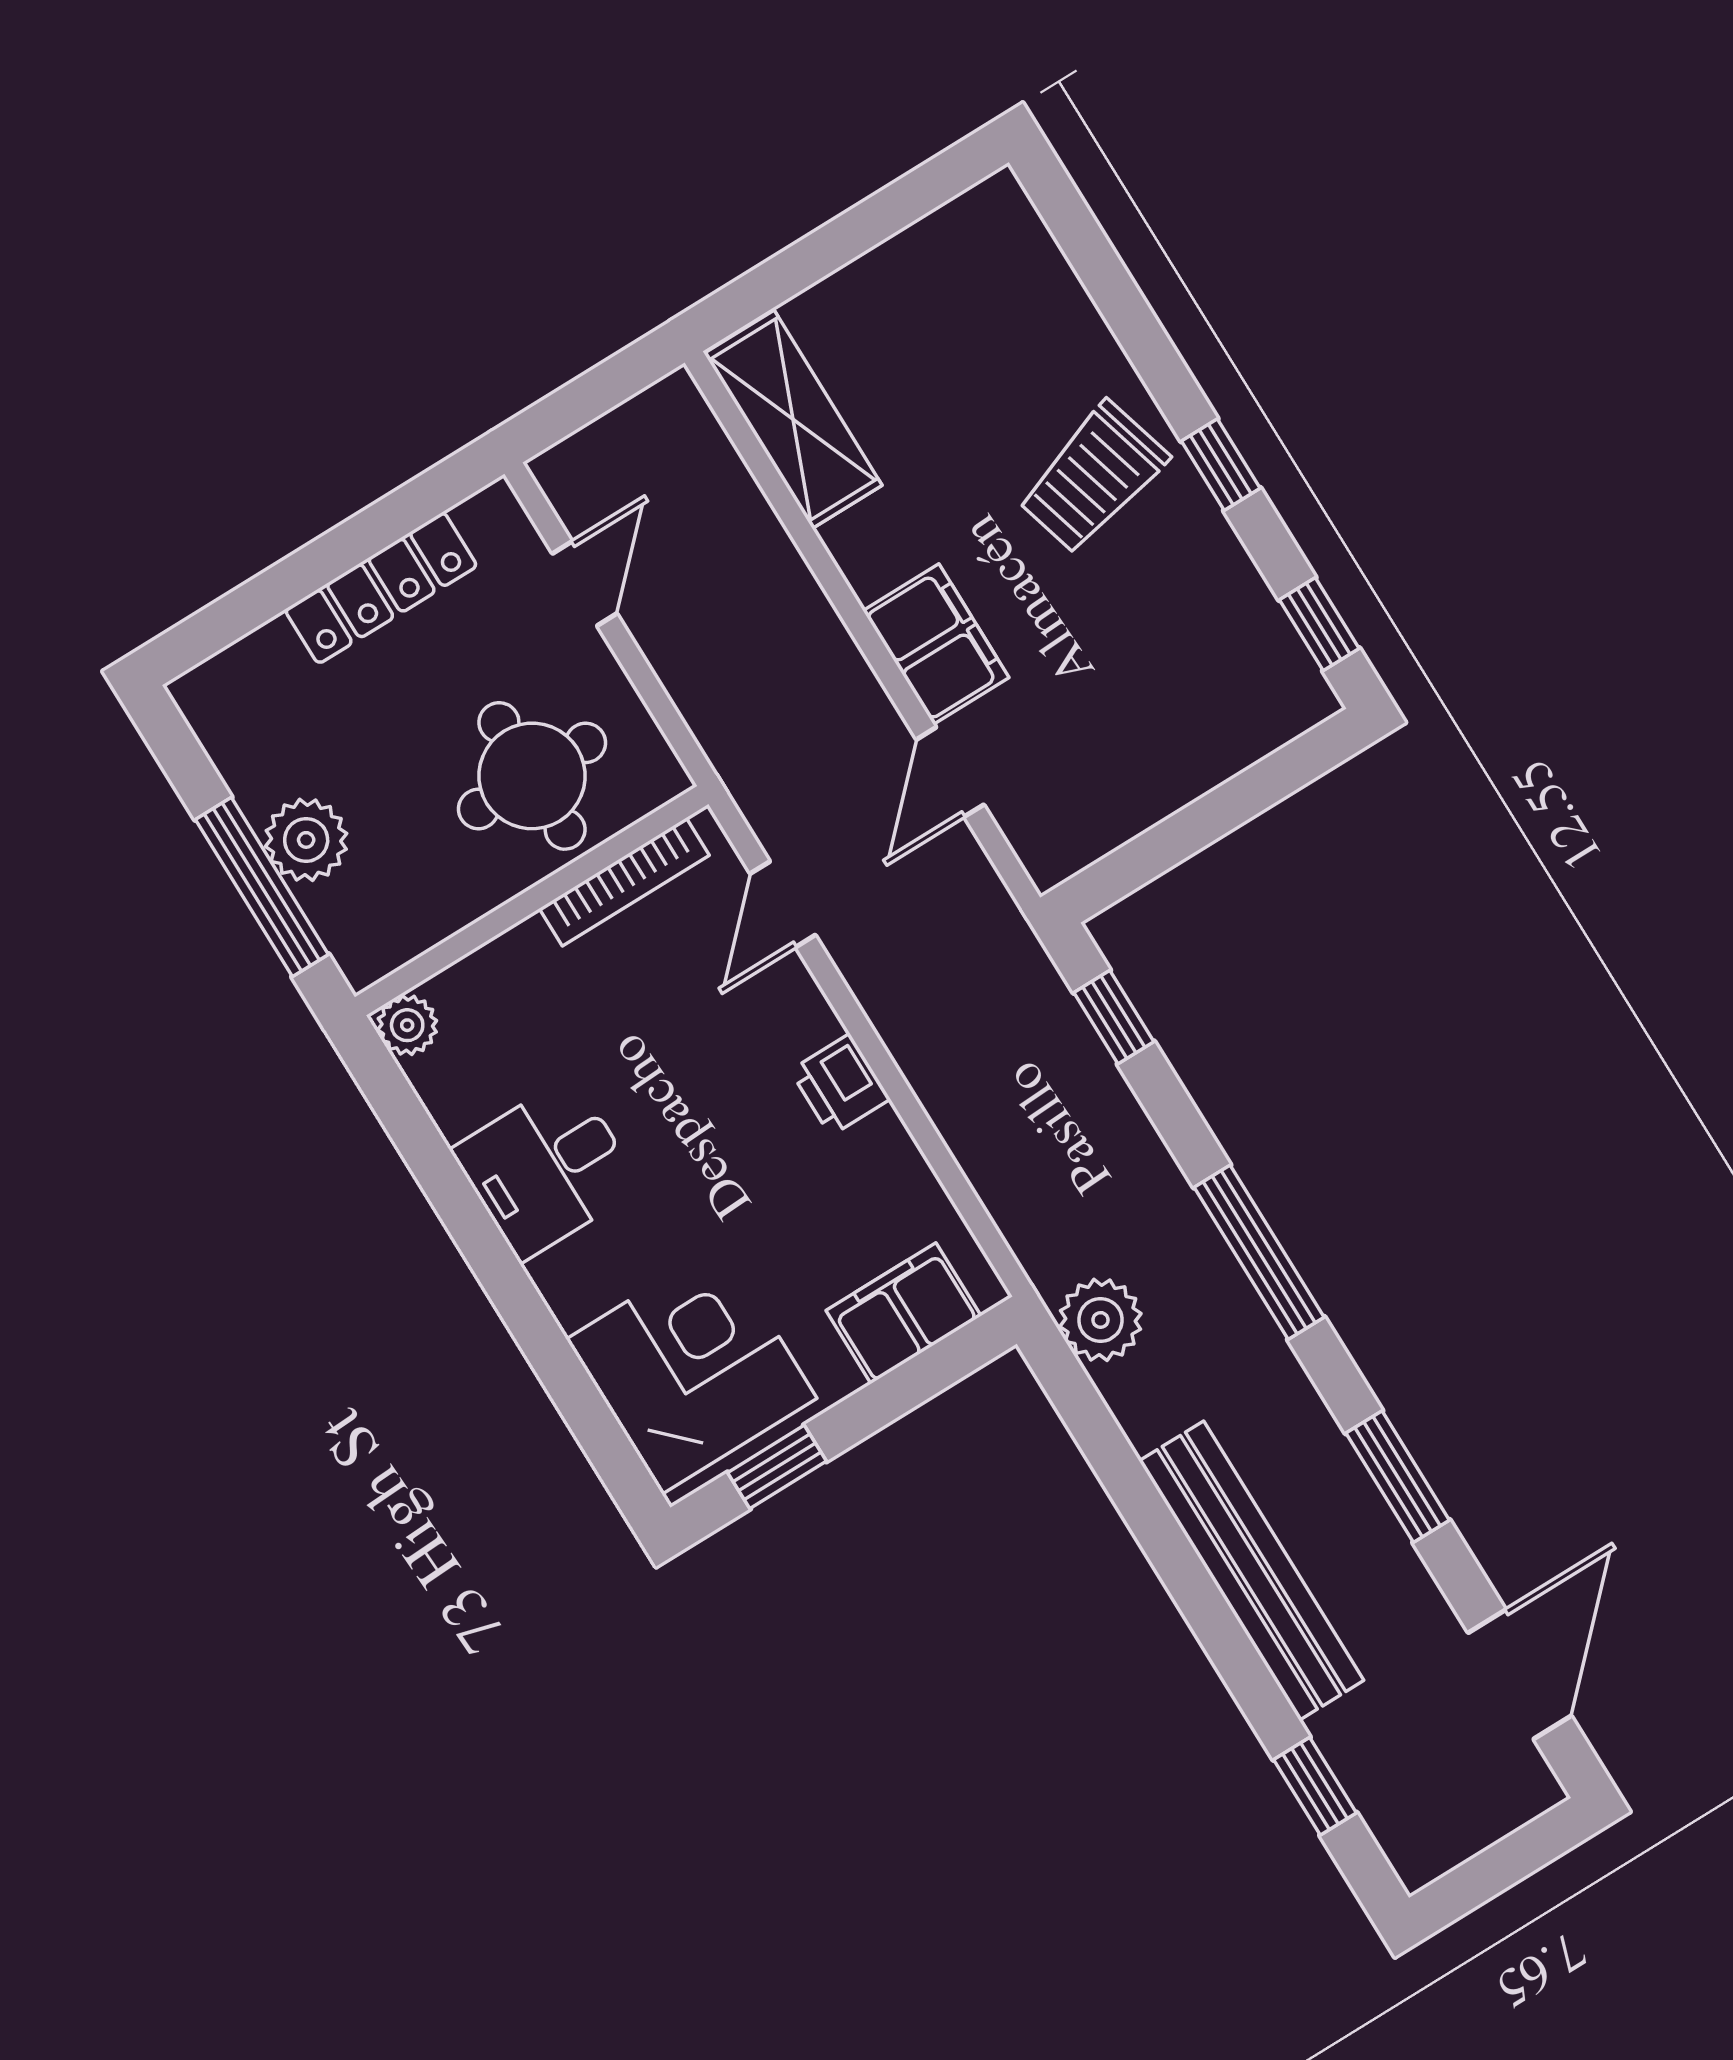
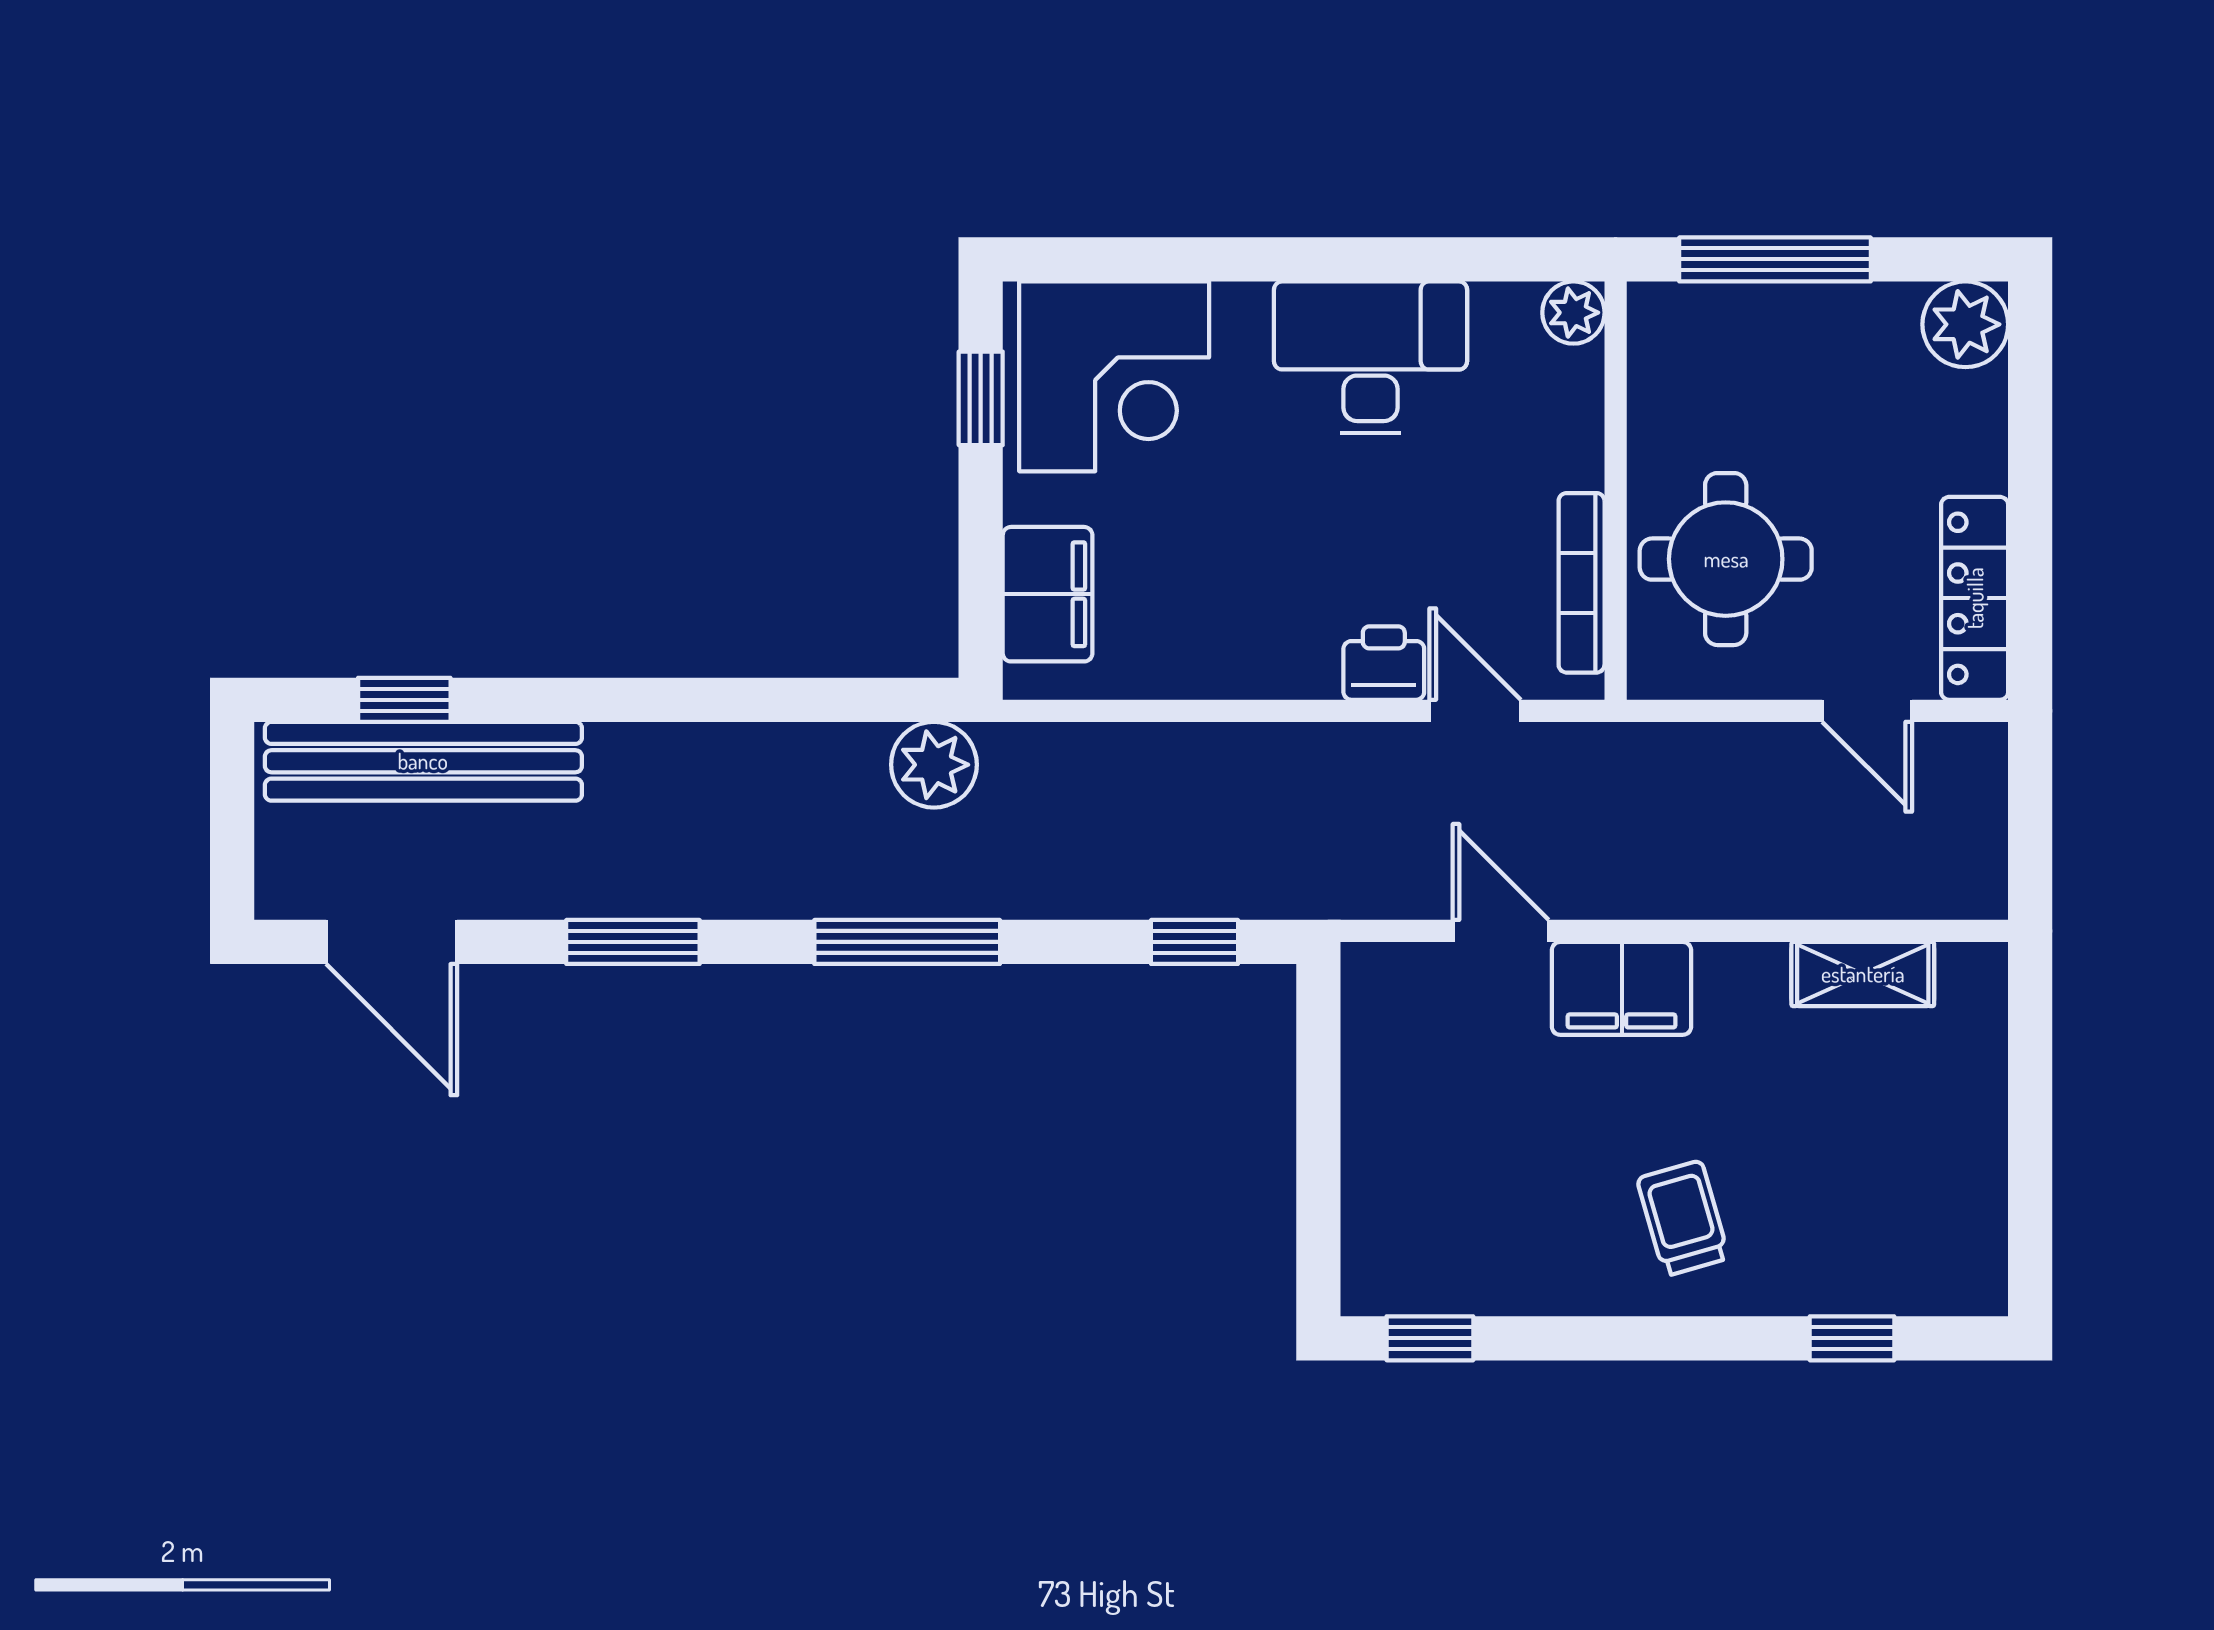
shelving: (793, 419) -> (1863, 974), width x0.67, depth x0.75
window: (1221, 465) -> (1852, 1338), moved
trolley: (1093, 478) -> (1683, 1218), width x0.73, depth x0.72
locker: (381, 588) -> (1975, 598), moved
plant: (306, 840) -> (1965, 324), moved
printer: (840, 1085) -> (1384, 663), moved
desk: (546, 1169) -> (1370, 357), width x1.37
bench: (1251, 1571) -> (423, 761), moved

